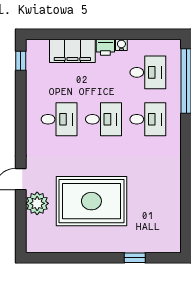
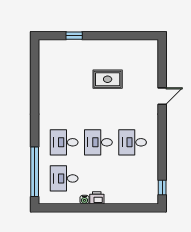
filing cabinet: (72, 51) -> (122, 195), removed
rug: (91, 201) -> (108, 79), width x0.54, depth x0.49
plant: (37, 203) -> (149, 77), removed

